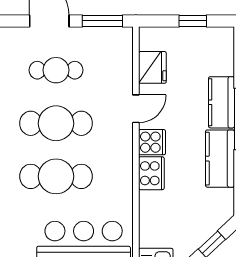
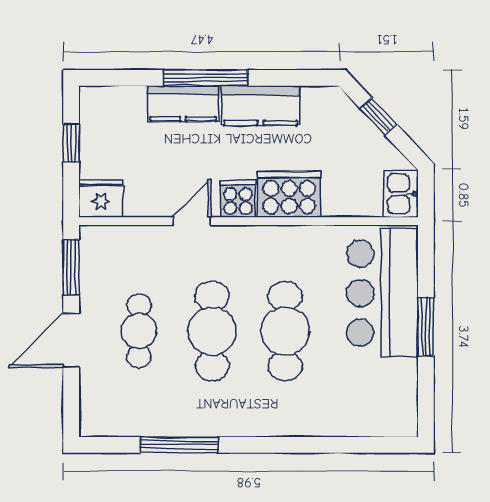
fridge: (152, 67) -> (101, 198), moved
door: (136, 109) -> (192, 221), hinge flipped
cooker: (151, 173) -> (289, 194), width x1.37, depth x1.31

